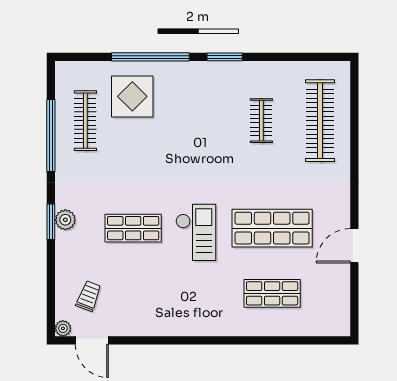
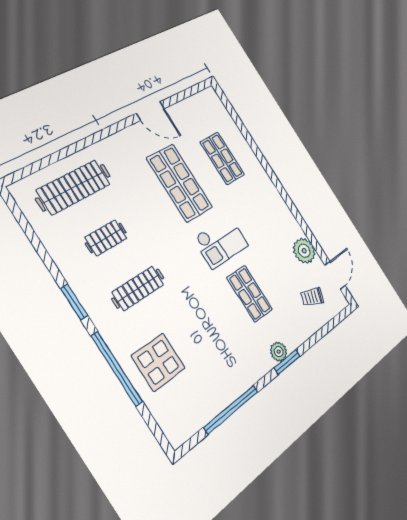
clothes rail: (85, 121) -> (138, 288), moved
checkout: (196, 232) -> (221, 242), turned 180
plant: (63, 328) -> (304, 251), moved, width x1.87, depth x1.87

